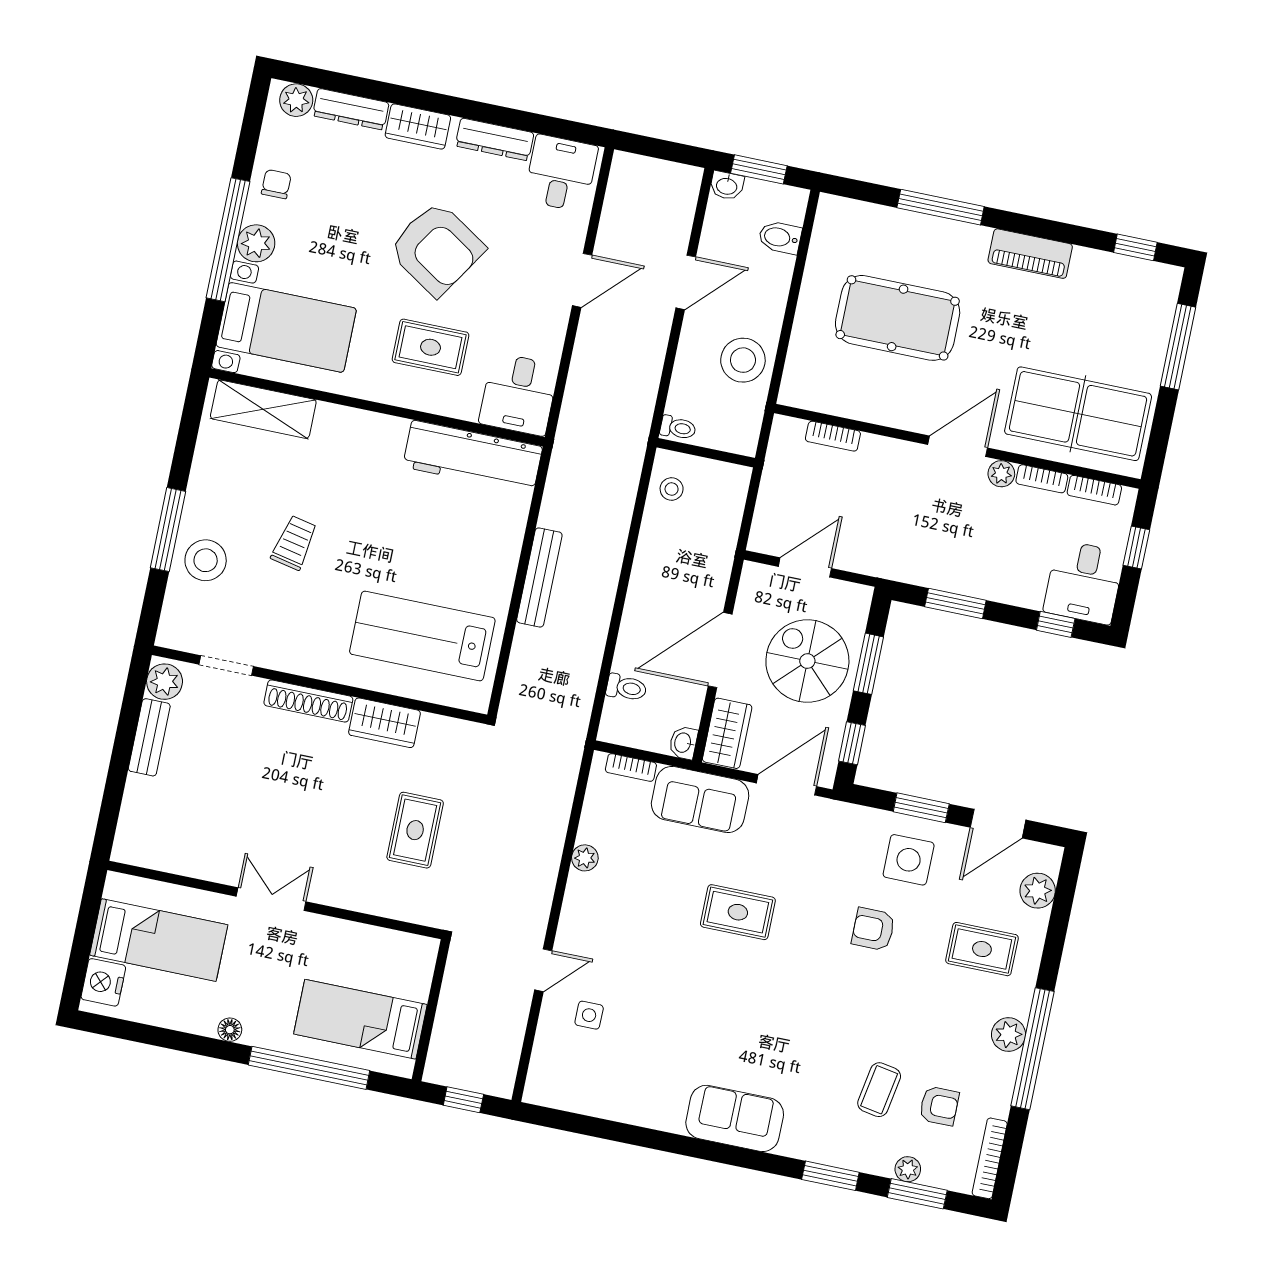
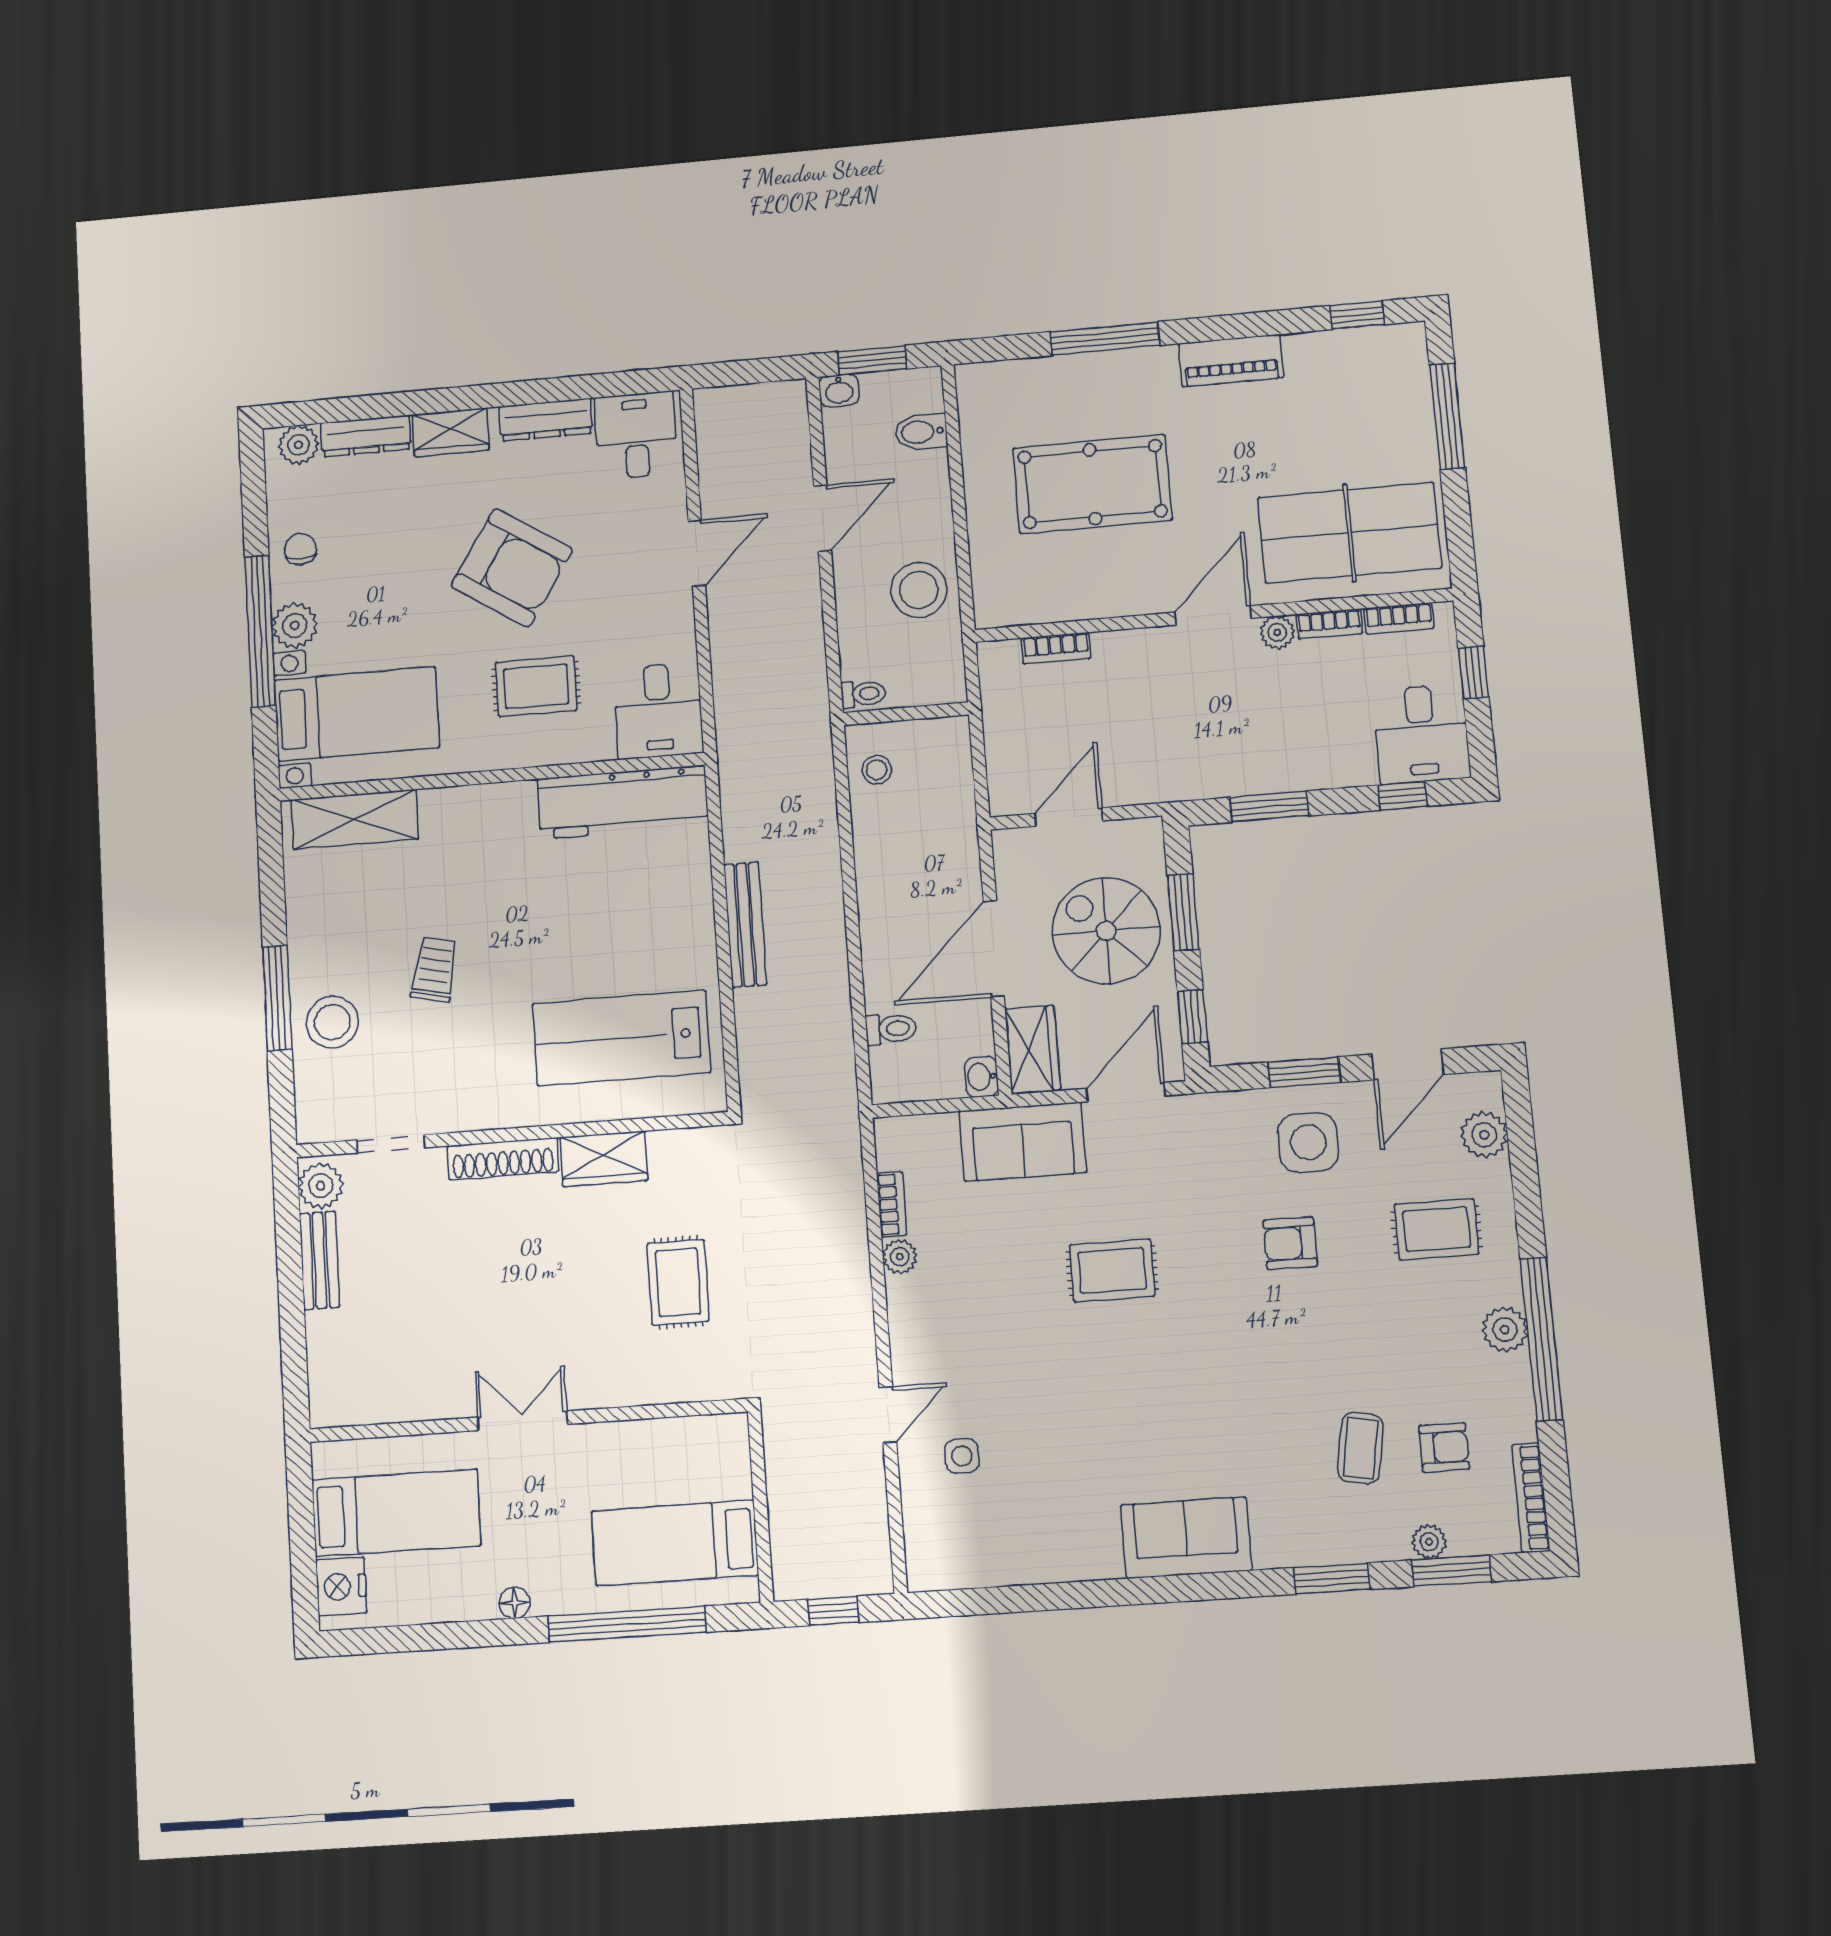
bookcase: (631, 767) -> (892, 1204), moved, turned -90

